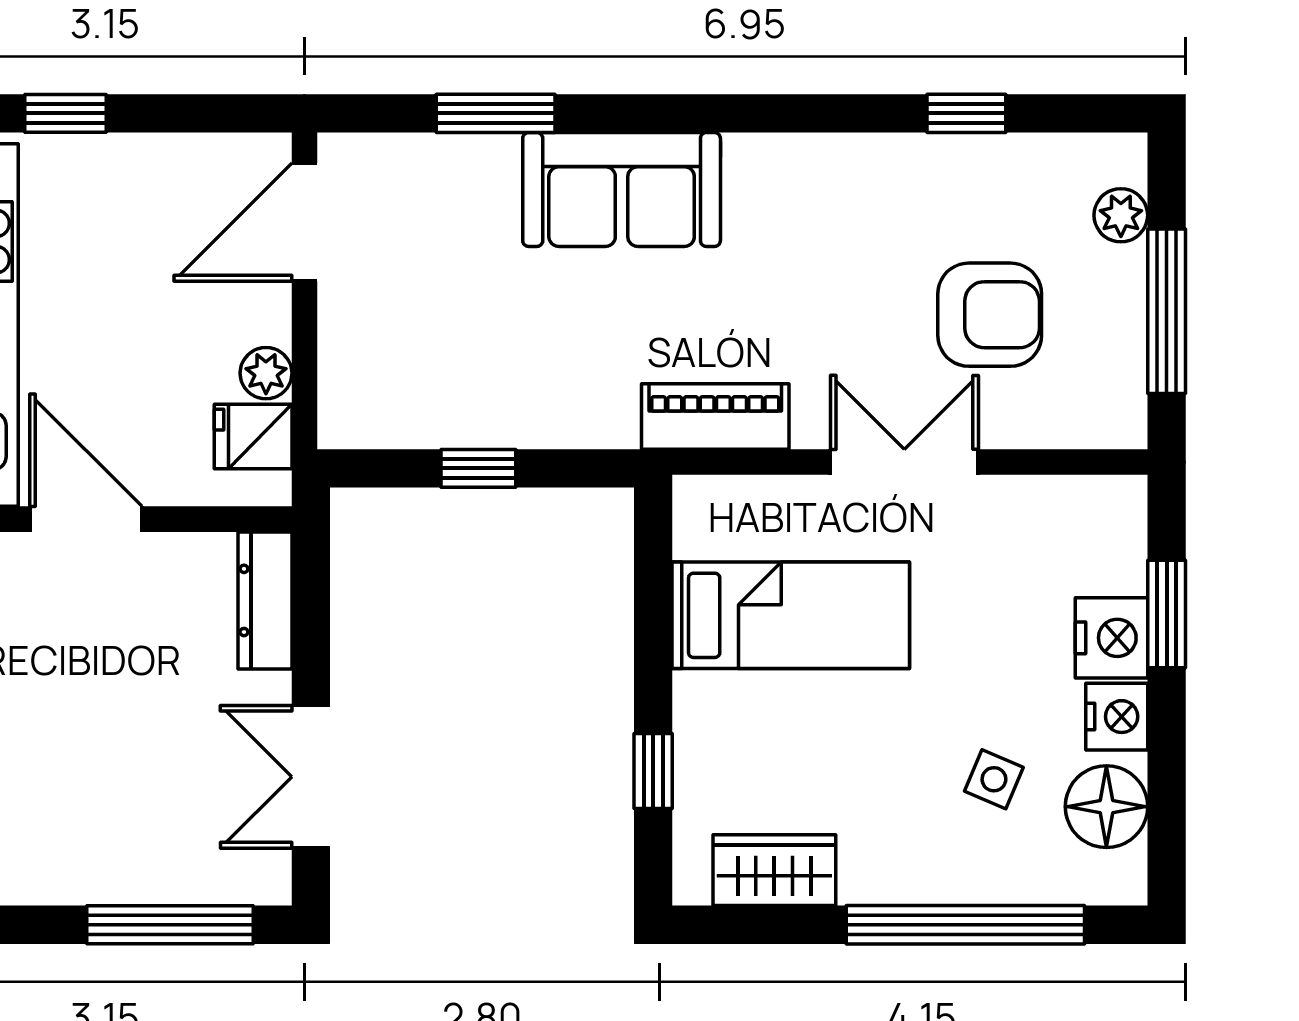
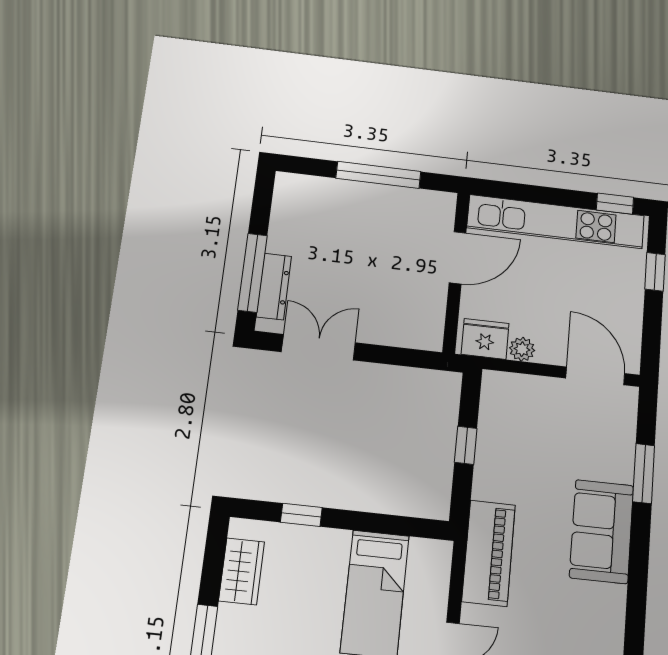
piano: (715, 416) -> (489, 553), width x1.37, depth x1.33
fridge: (253, 436) -> (485, 339), width x1.38
dresser: (265, 600) -> (274, 286), moved, turned 90

